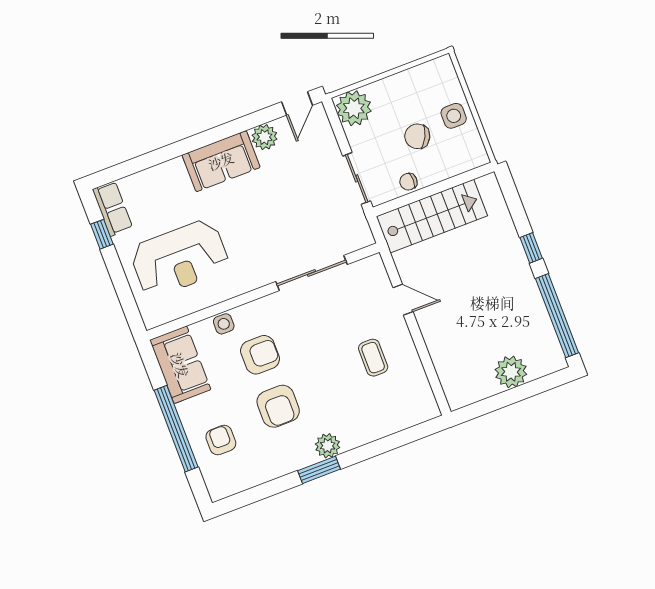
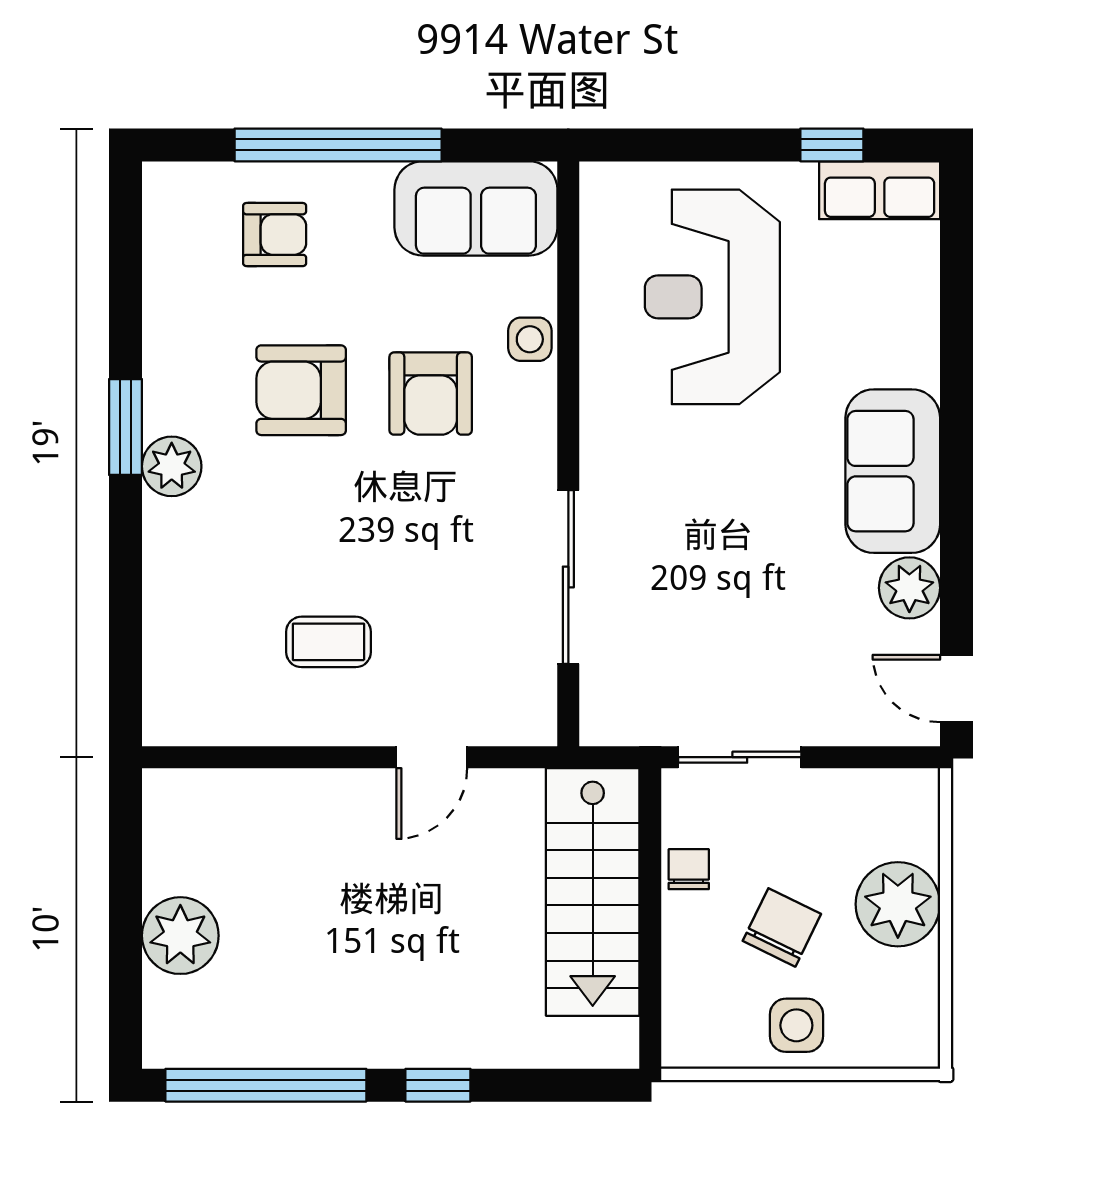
plant: (354, 108) -> (898, 904), moved

